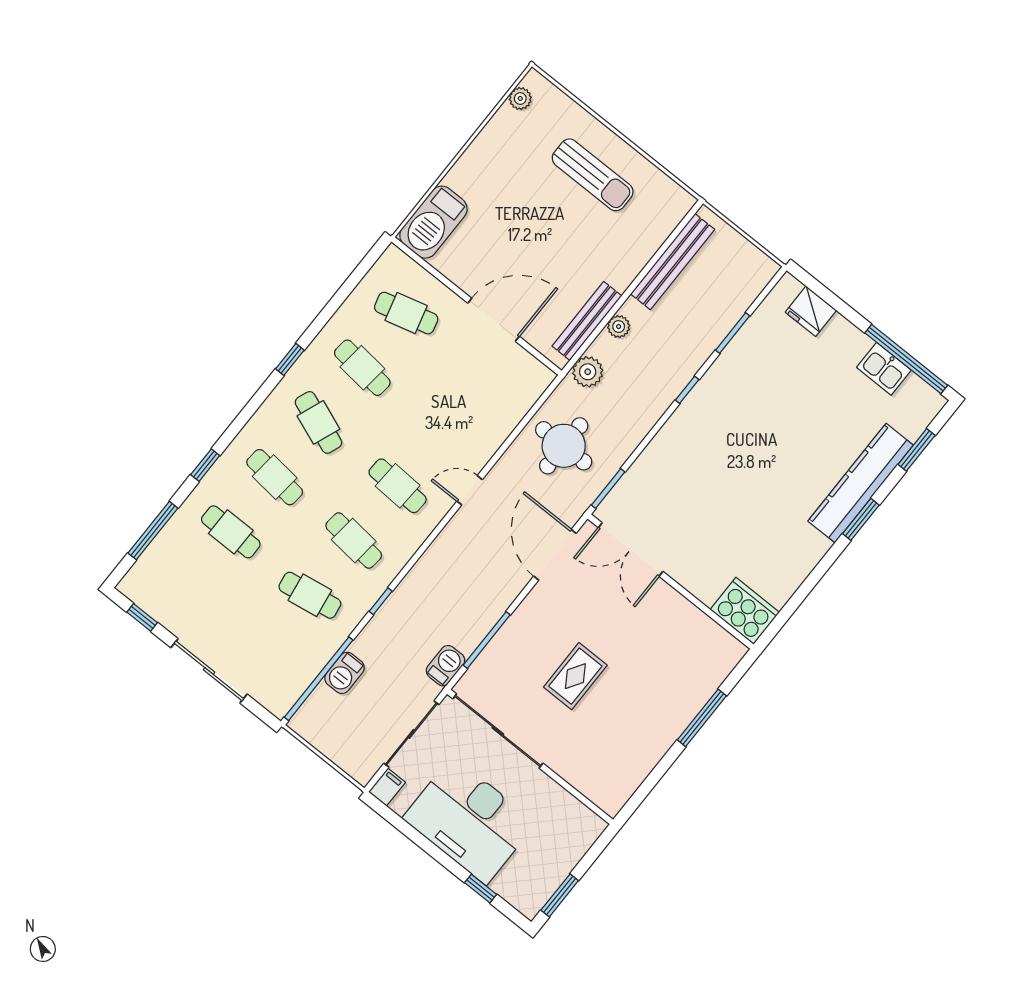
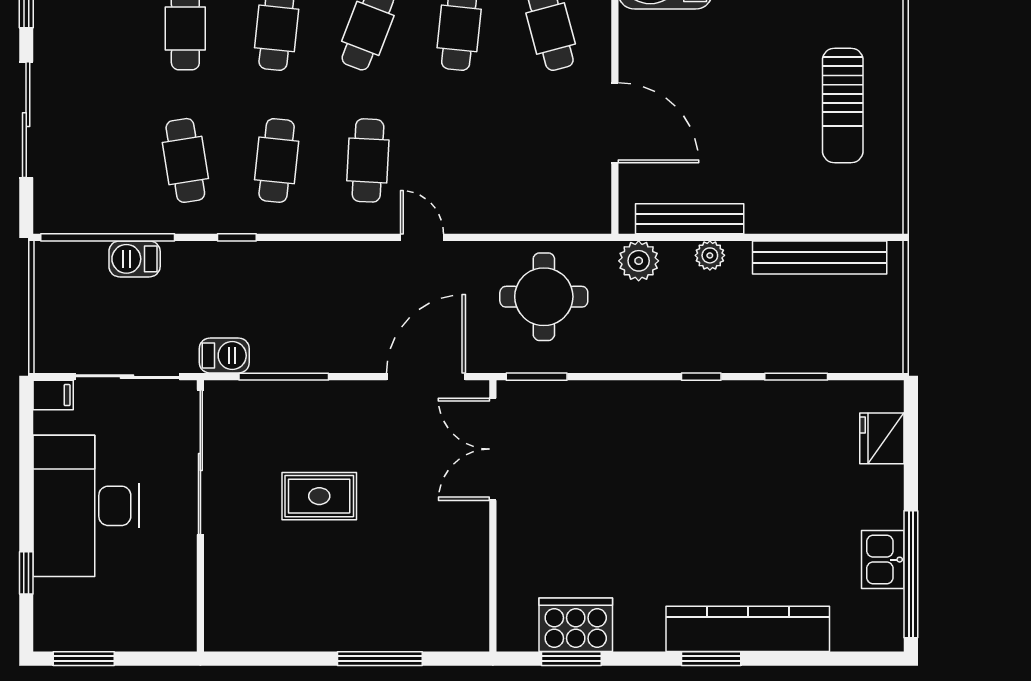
window: (917, 450) -> (571, 659), moved
cooker: (745, 611) -> (576, 625), moved, turned -90

